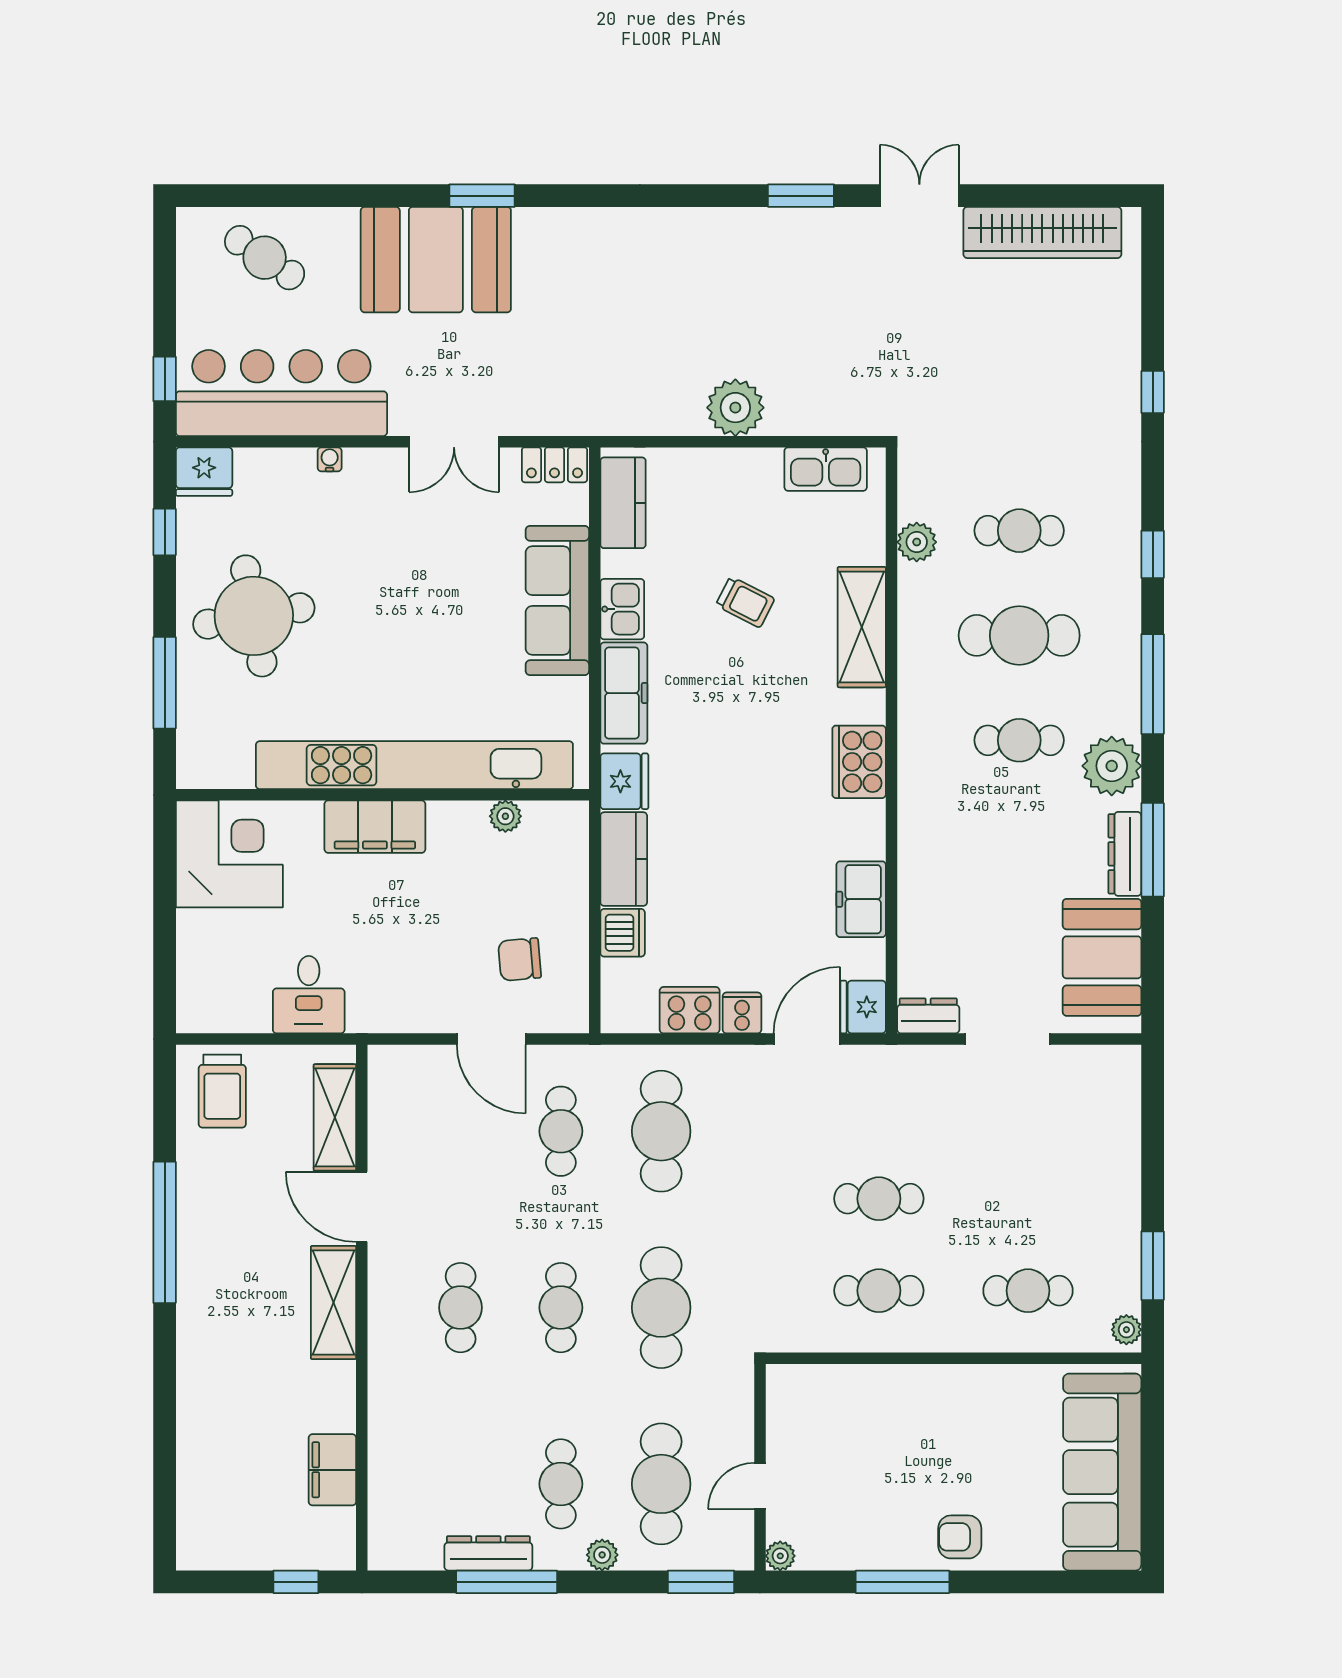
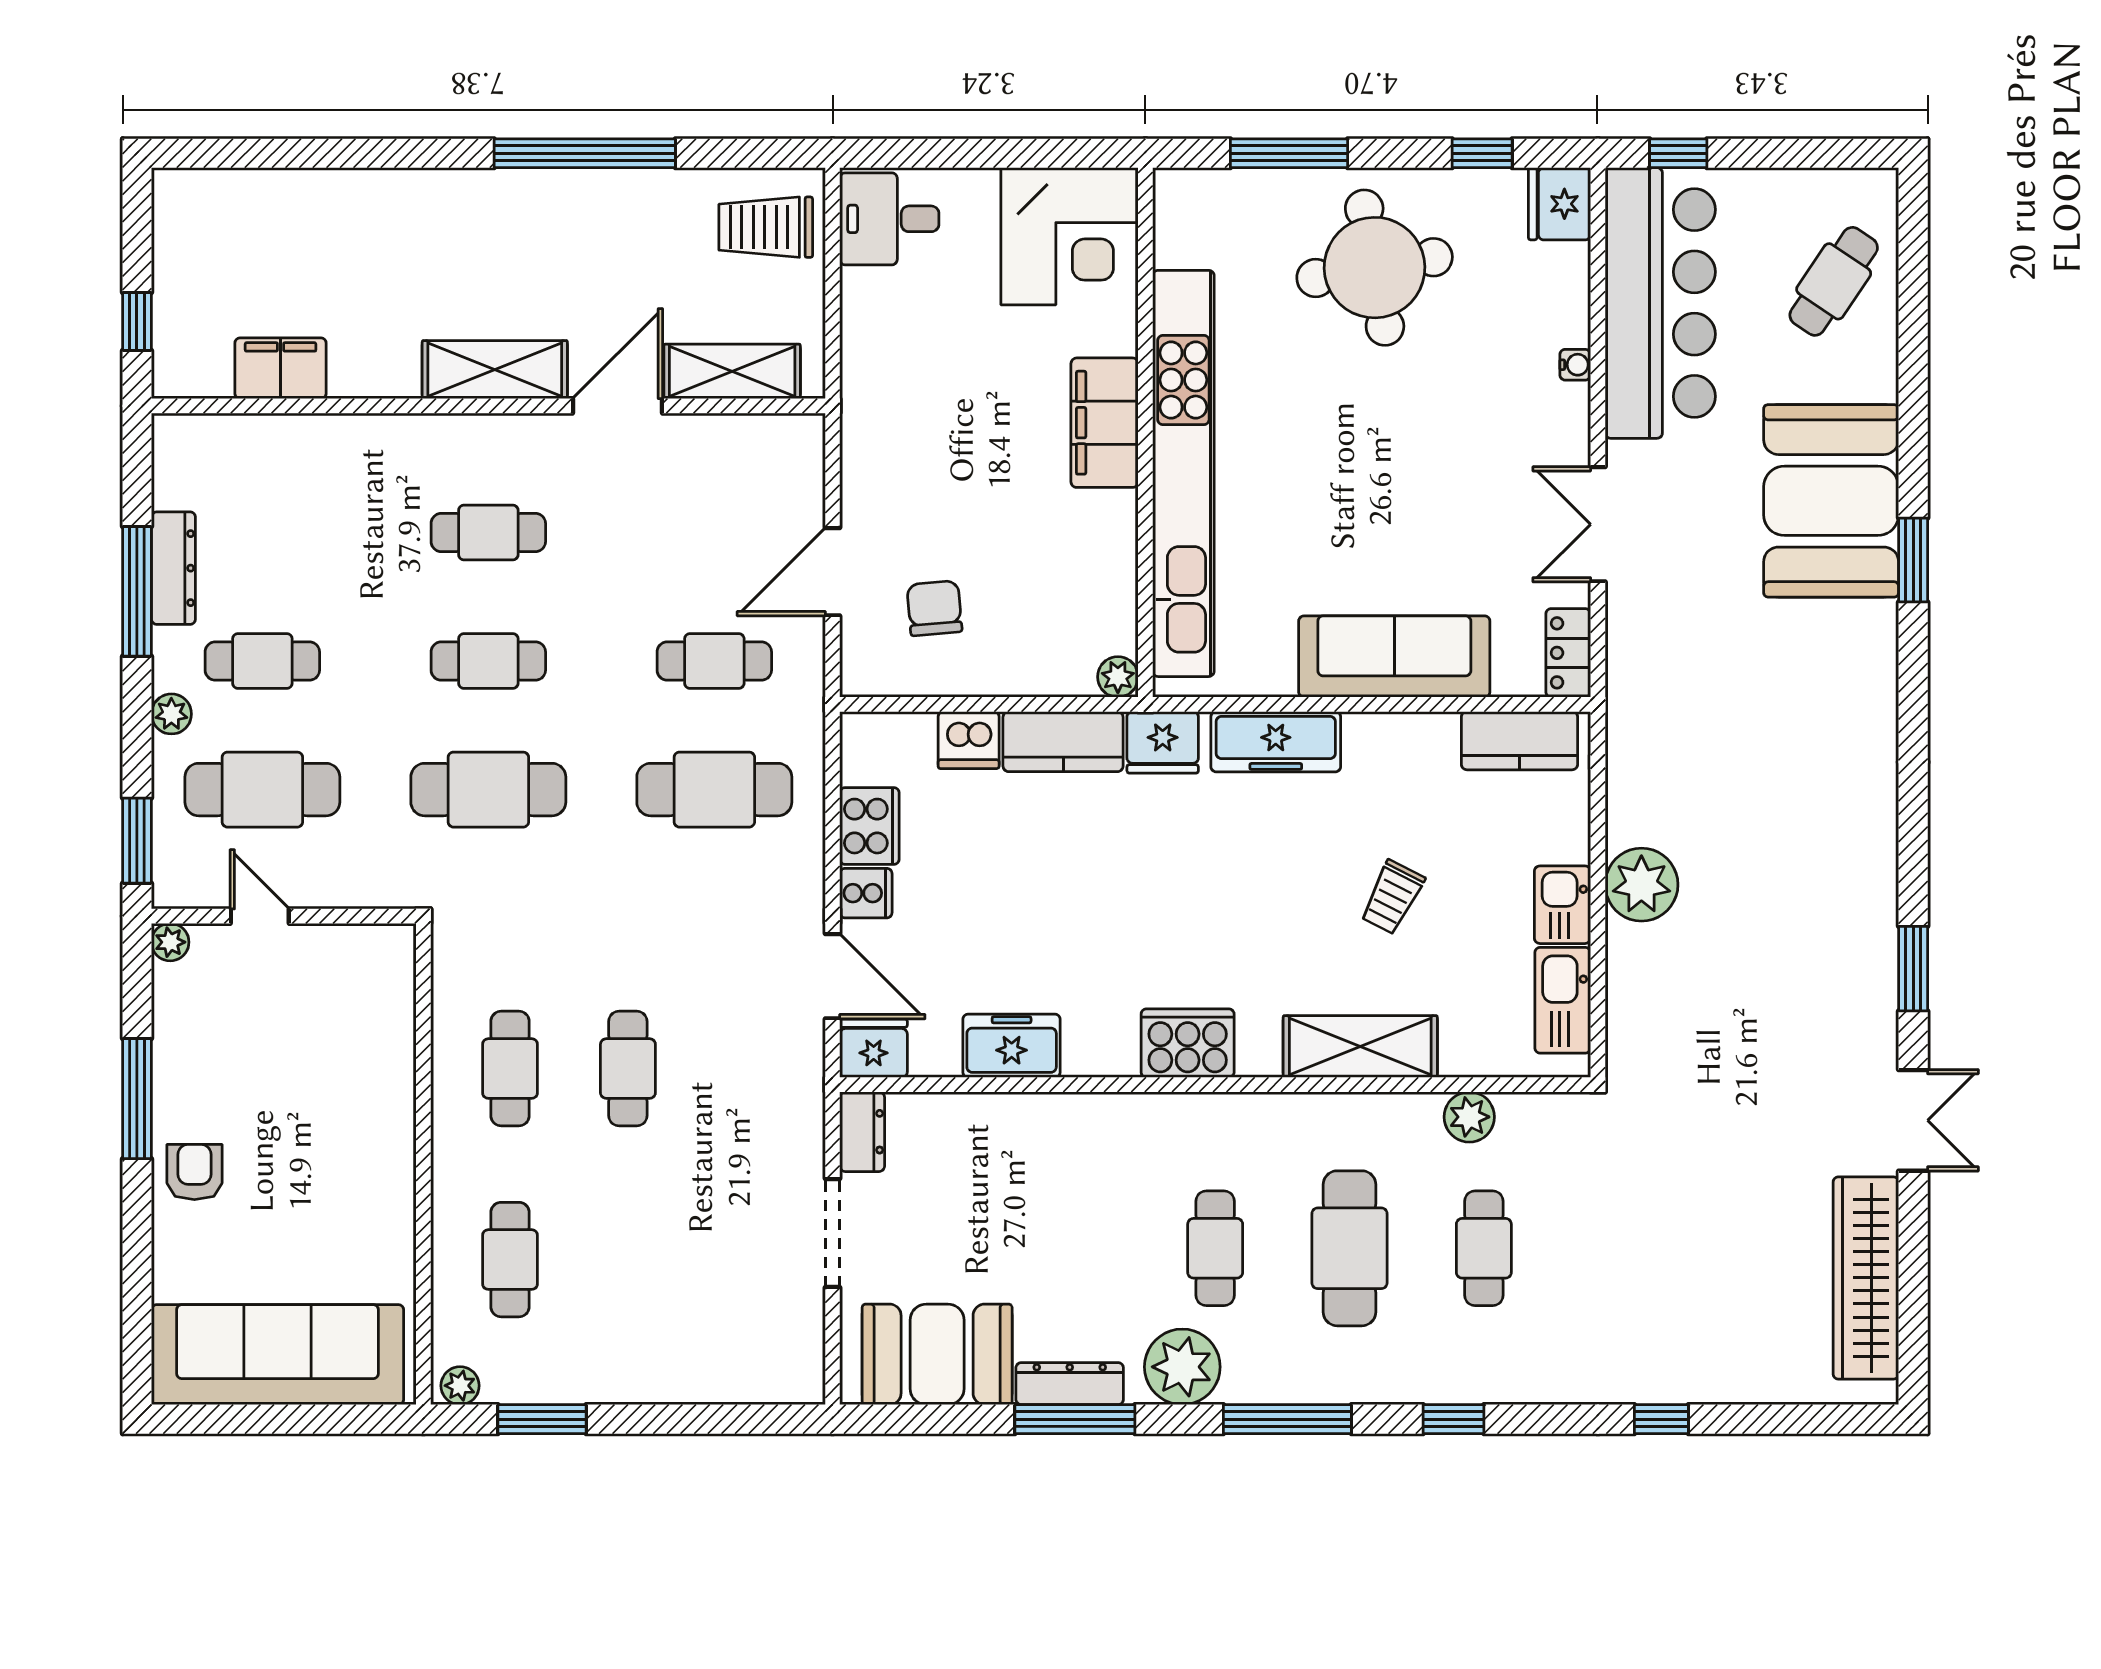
kitchen sink: (622, 609) -> (1562, 905), moved, turned 90
plant: (505, 816) -> (1118, 677), moved
desk: (309, 995) -> (889, 219), moved

